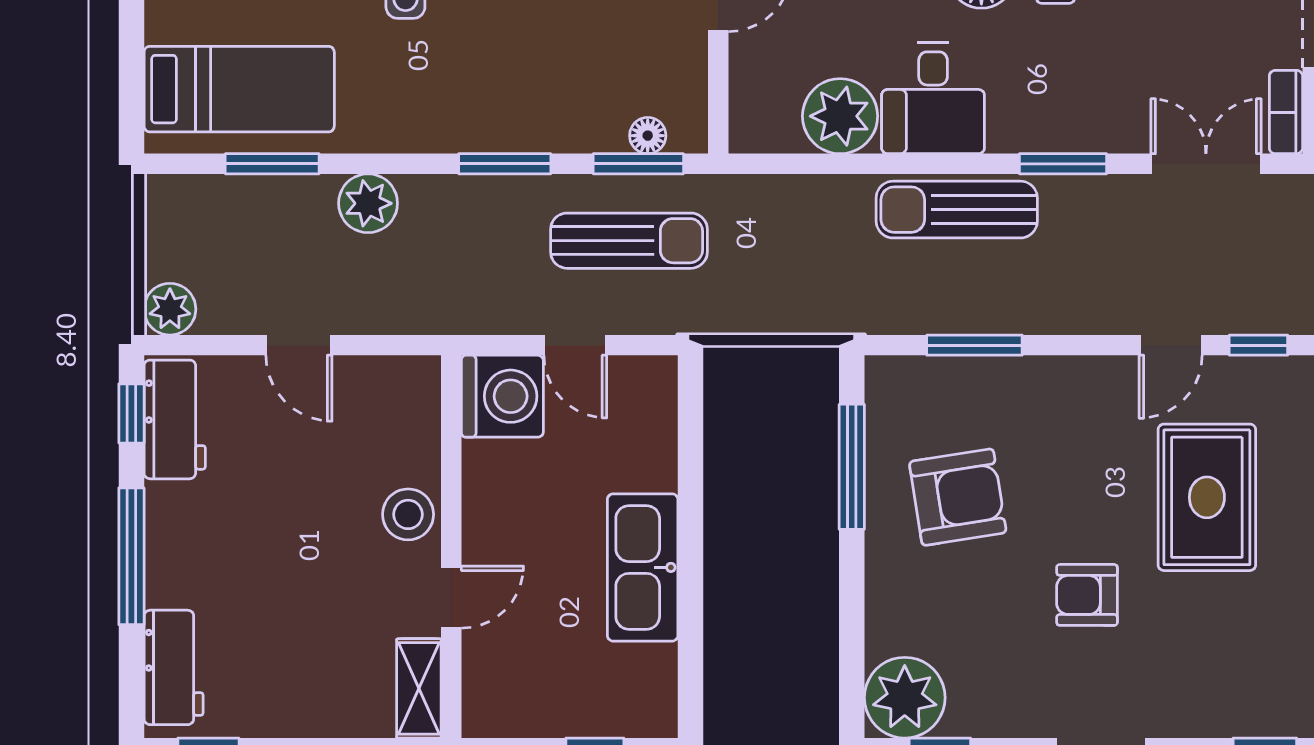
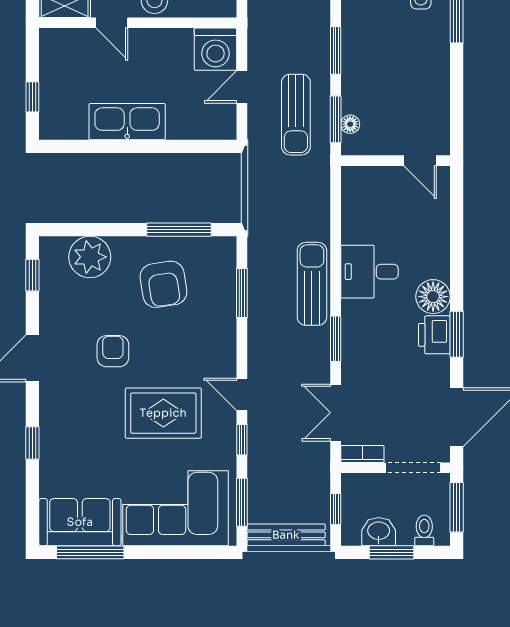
plant: (840, 116) -> (360, 224), removed
double door: (1206, 164) -> (336, 413), swing flipped
plant: (905, 698) -> (90, 257), moved

